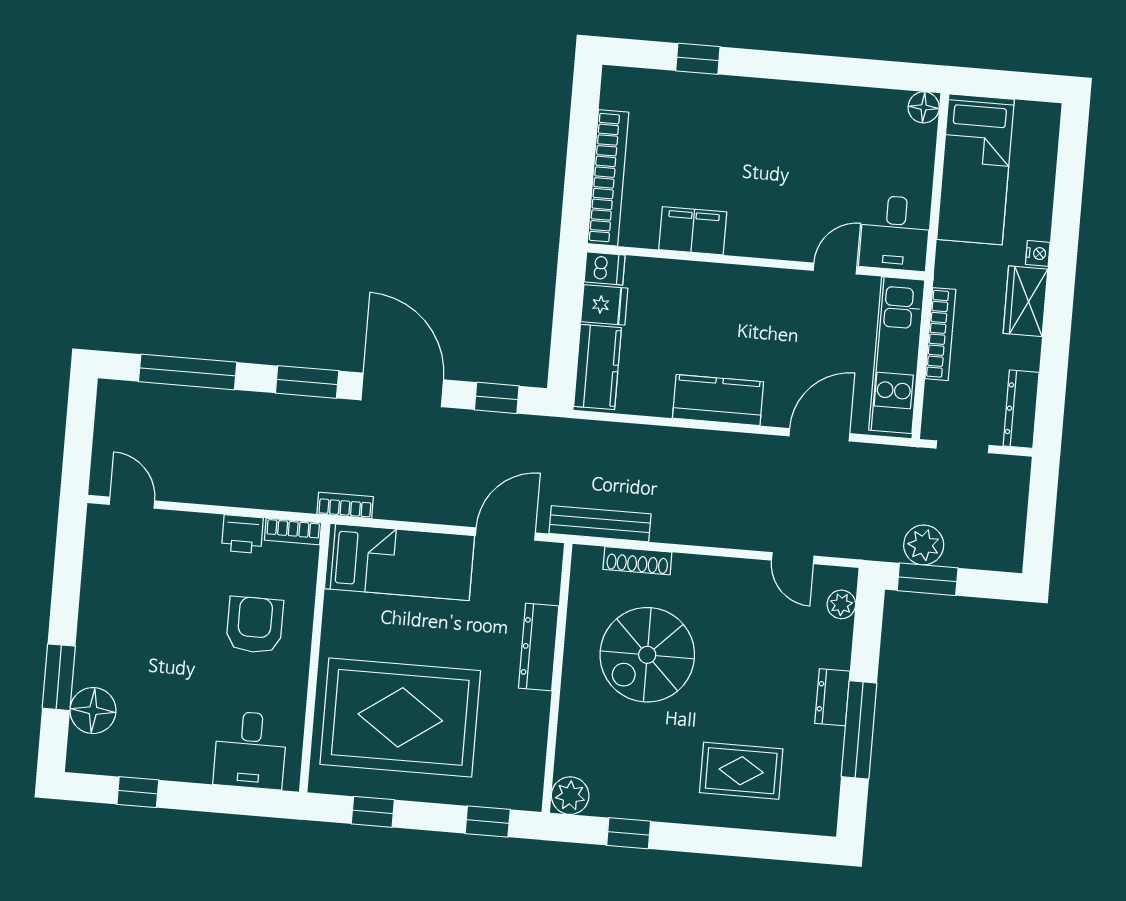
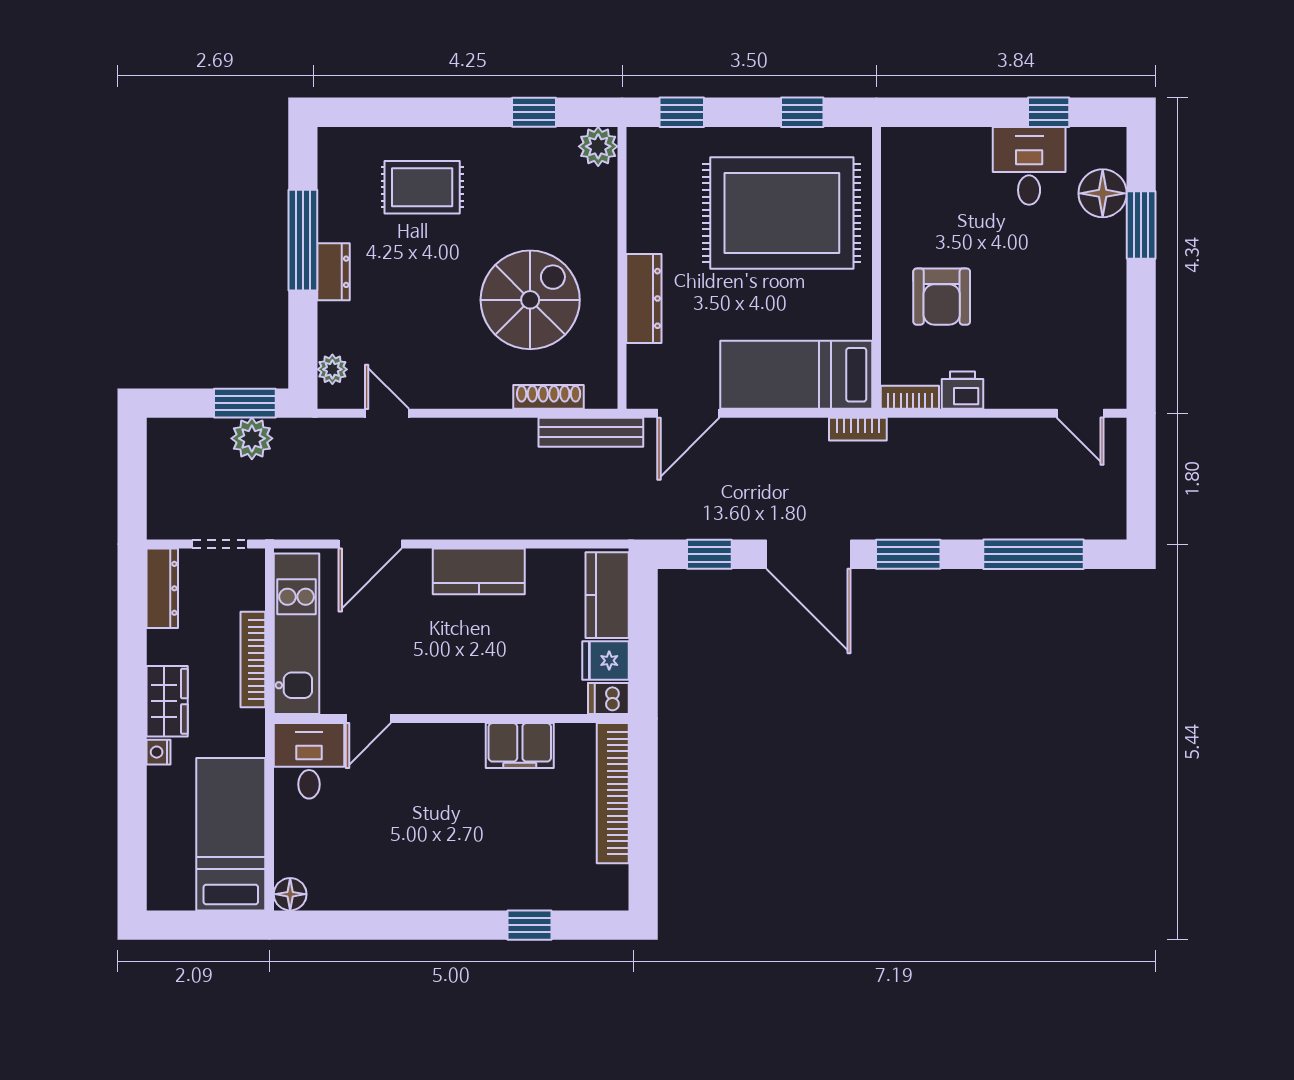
desk: (250, 750) -> (1029, 166), moved

